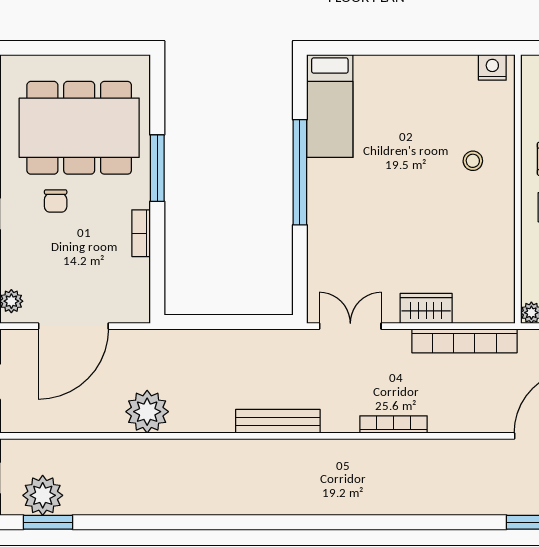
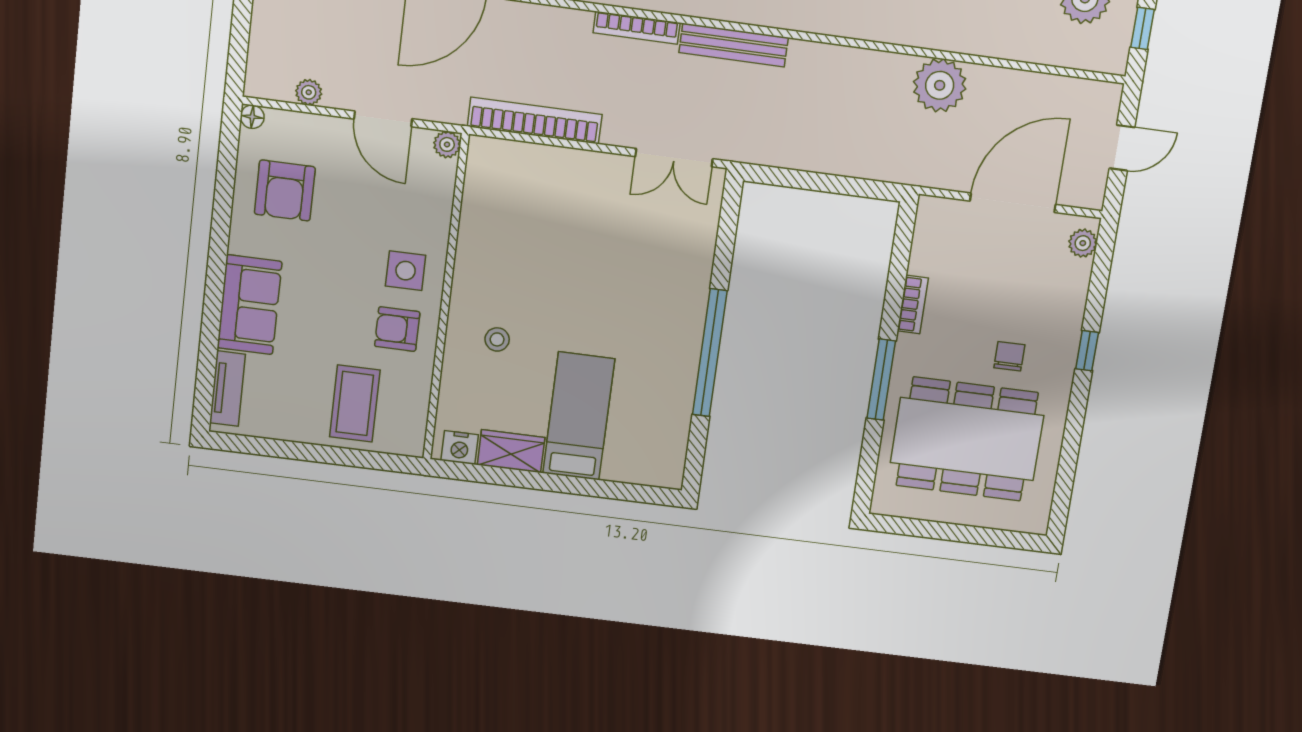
bed: (330, 106) -> (579, 416), moved
wardrobe: (426, 308) -> (511, 451), moved, turned 180
bench: (278, 421) -> (734, 45), moved

